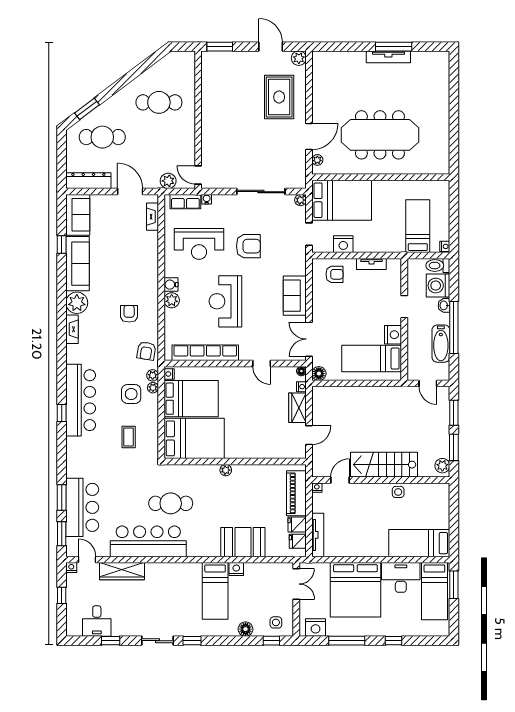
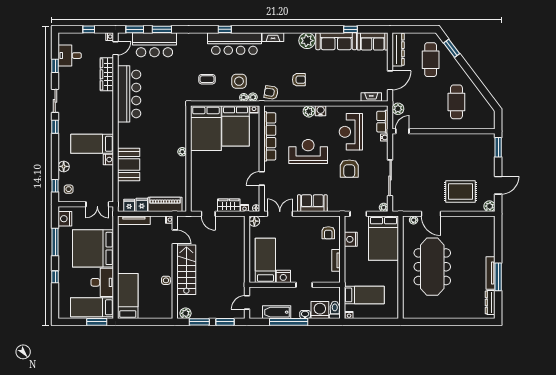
dresser: (428, 57) -> (490, 302), added
fireplace: (72, 329) -> (273, 37), moved
cafe table: (171, 503) -> (157, 111), removed

